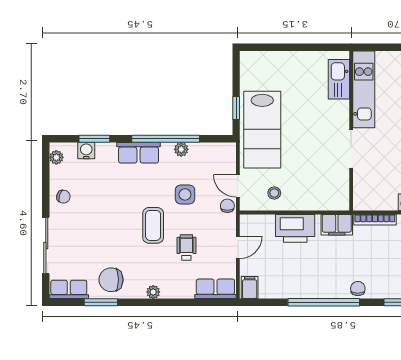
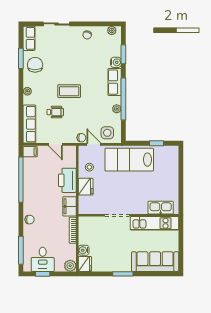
window: (236, 108) -> (156, 143), moved
water cooler: (86, 151) -> (116, 62), moved
door: (238, 186) -> (94, 144), hinge flipped
side table: (185, 194) -> (107, 133), moved
fridge: (305, 199) -> (86, 187), added
sliding door: (46, 245) -> (57, 24), width x0.73
row of seats: (215, 289) -> (29, 124), width x1.48
window: (324, 302) -> (21, 180), moved

